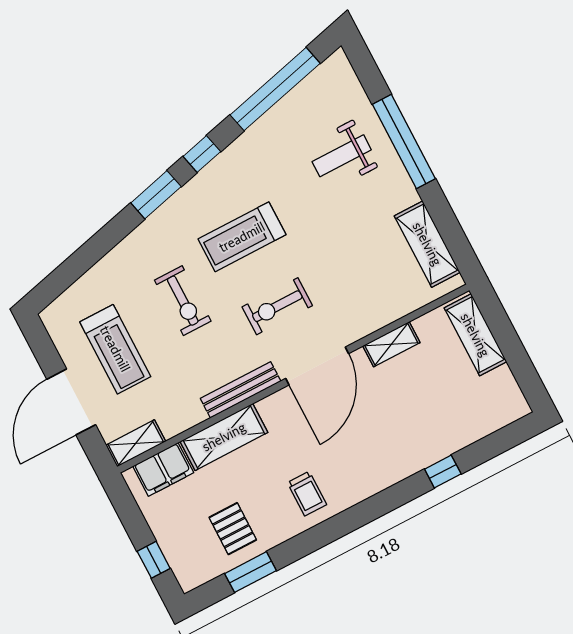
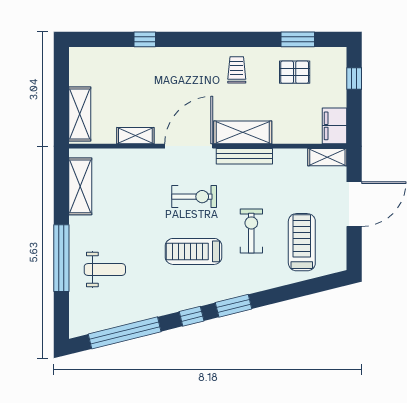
treadmill: (242, 237) -> (194, 251), turned 180
treadmill: (115, 349) -> (302, 242), moved
shelving: (224, 437) -> (243, 132), moved
filing cabinet: (163, 469) -> (335, 126), moved, turned -90
pallet: (233, 529) -> (295, 72), turned 90

